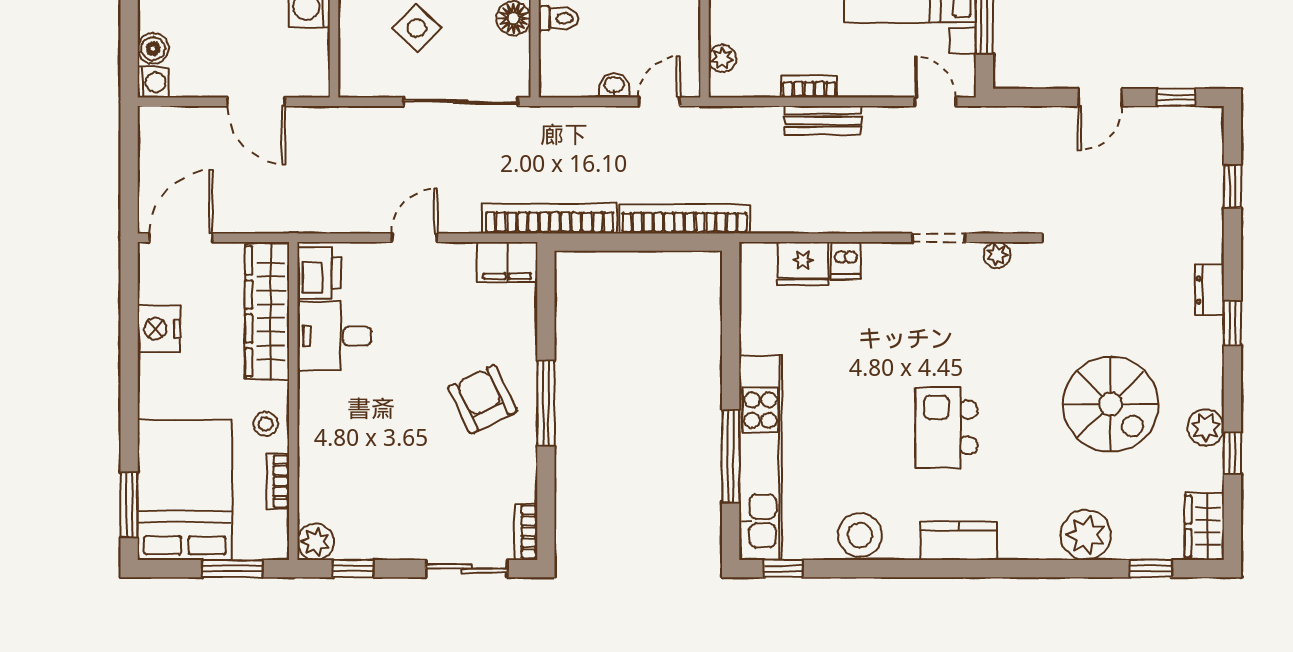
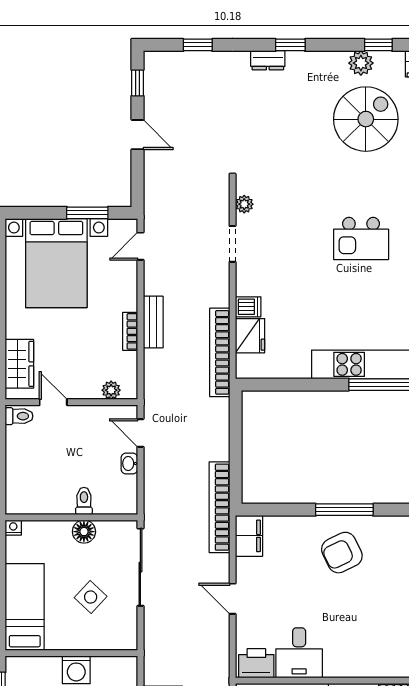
bookcase: (685, 219) -> (220, 352), moved
spiral stairs: (1111, 404) -> (366, 119), moved

